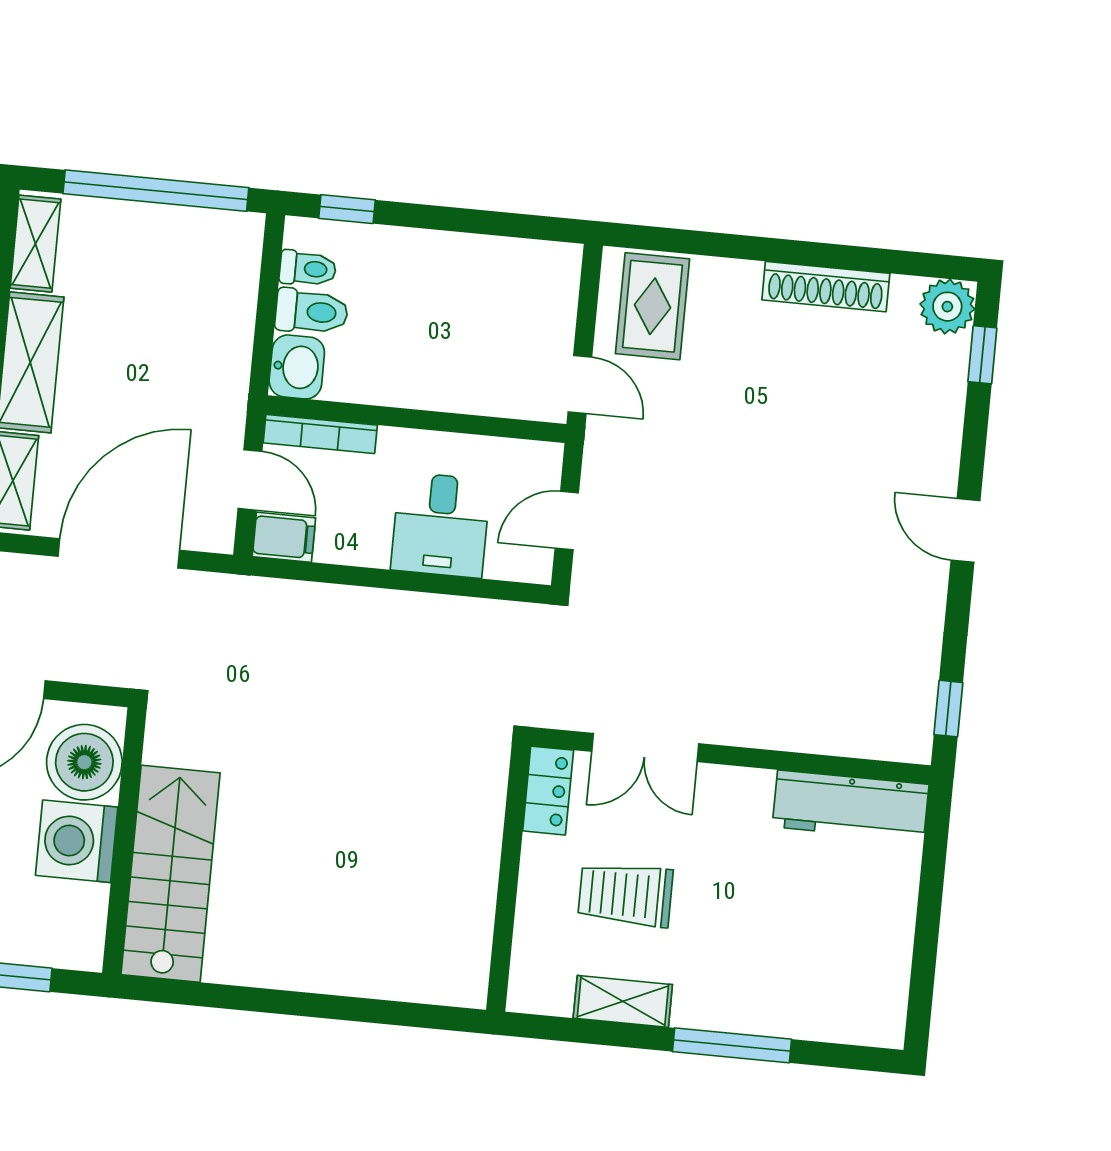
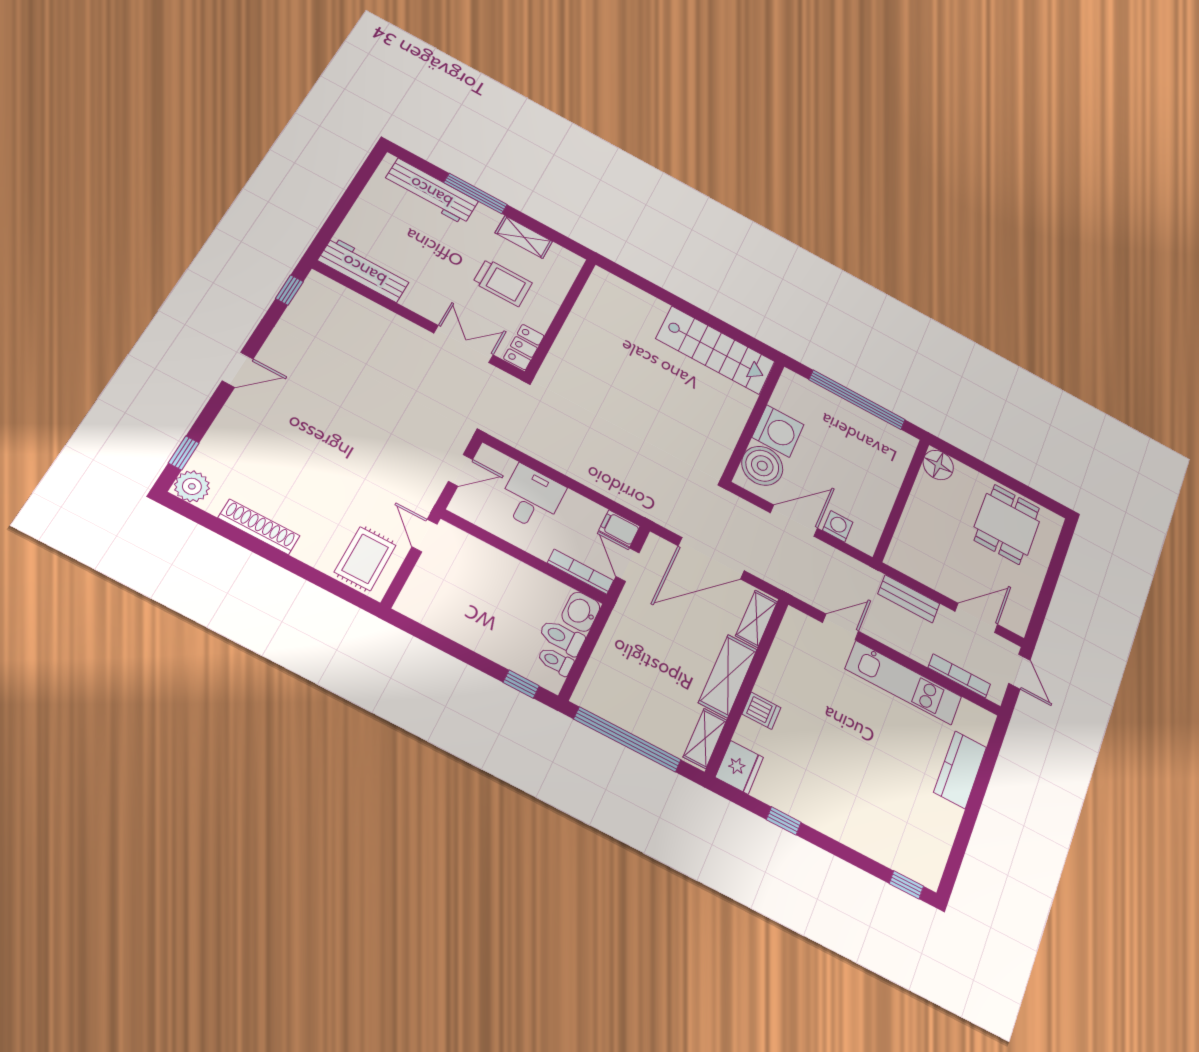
door: (965, 530) -> (238, 370), hinge flipped
stairs: (171, 874) -> (715, 350), moved, turned -90
workbench: (804, 1010) -> (431, 192), added

